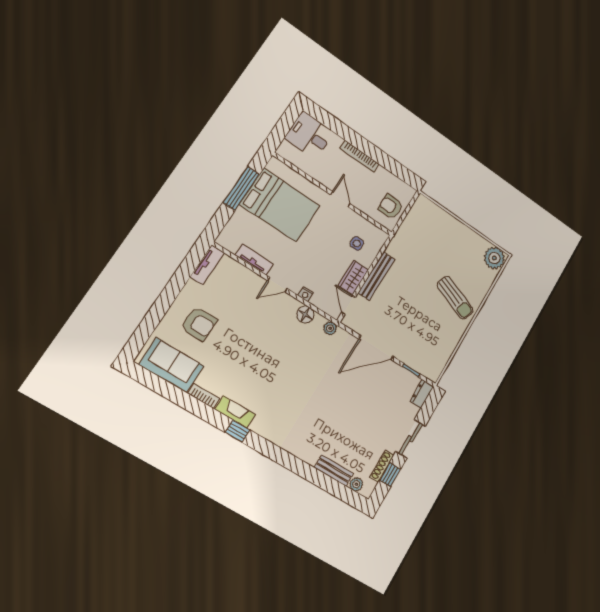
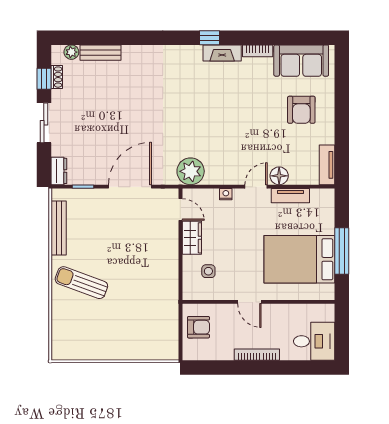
plant: (494, 258) -> (65, 347), removed
bench: (376, 276) -> (59, 228), moved
floor lamp: (305, 315) -> (279, 176), moved
armchair: (199, 324) -> (301, 110), turned -90
plant: (330, 328) -> (191, 171), width x1.87, depth x1.87
shoe rack: (382, 466) -> (57, 77), width x0.70

